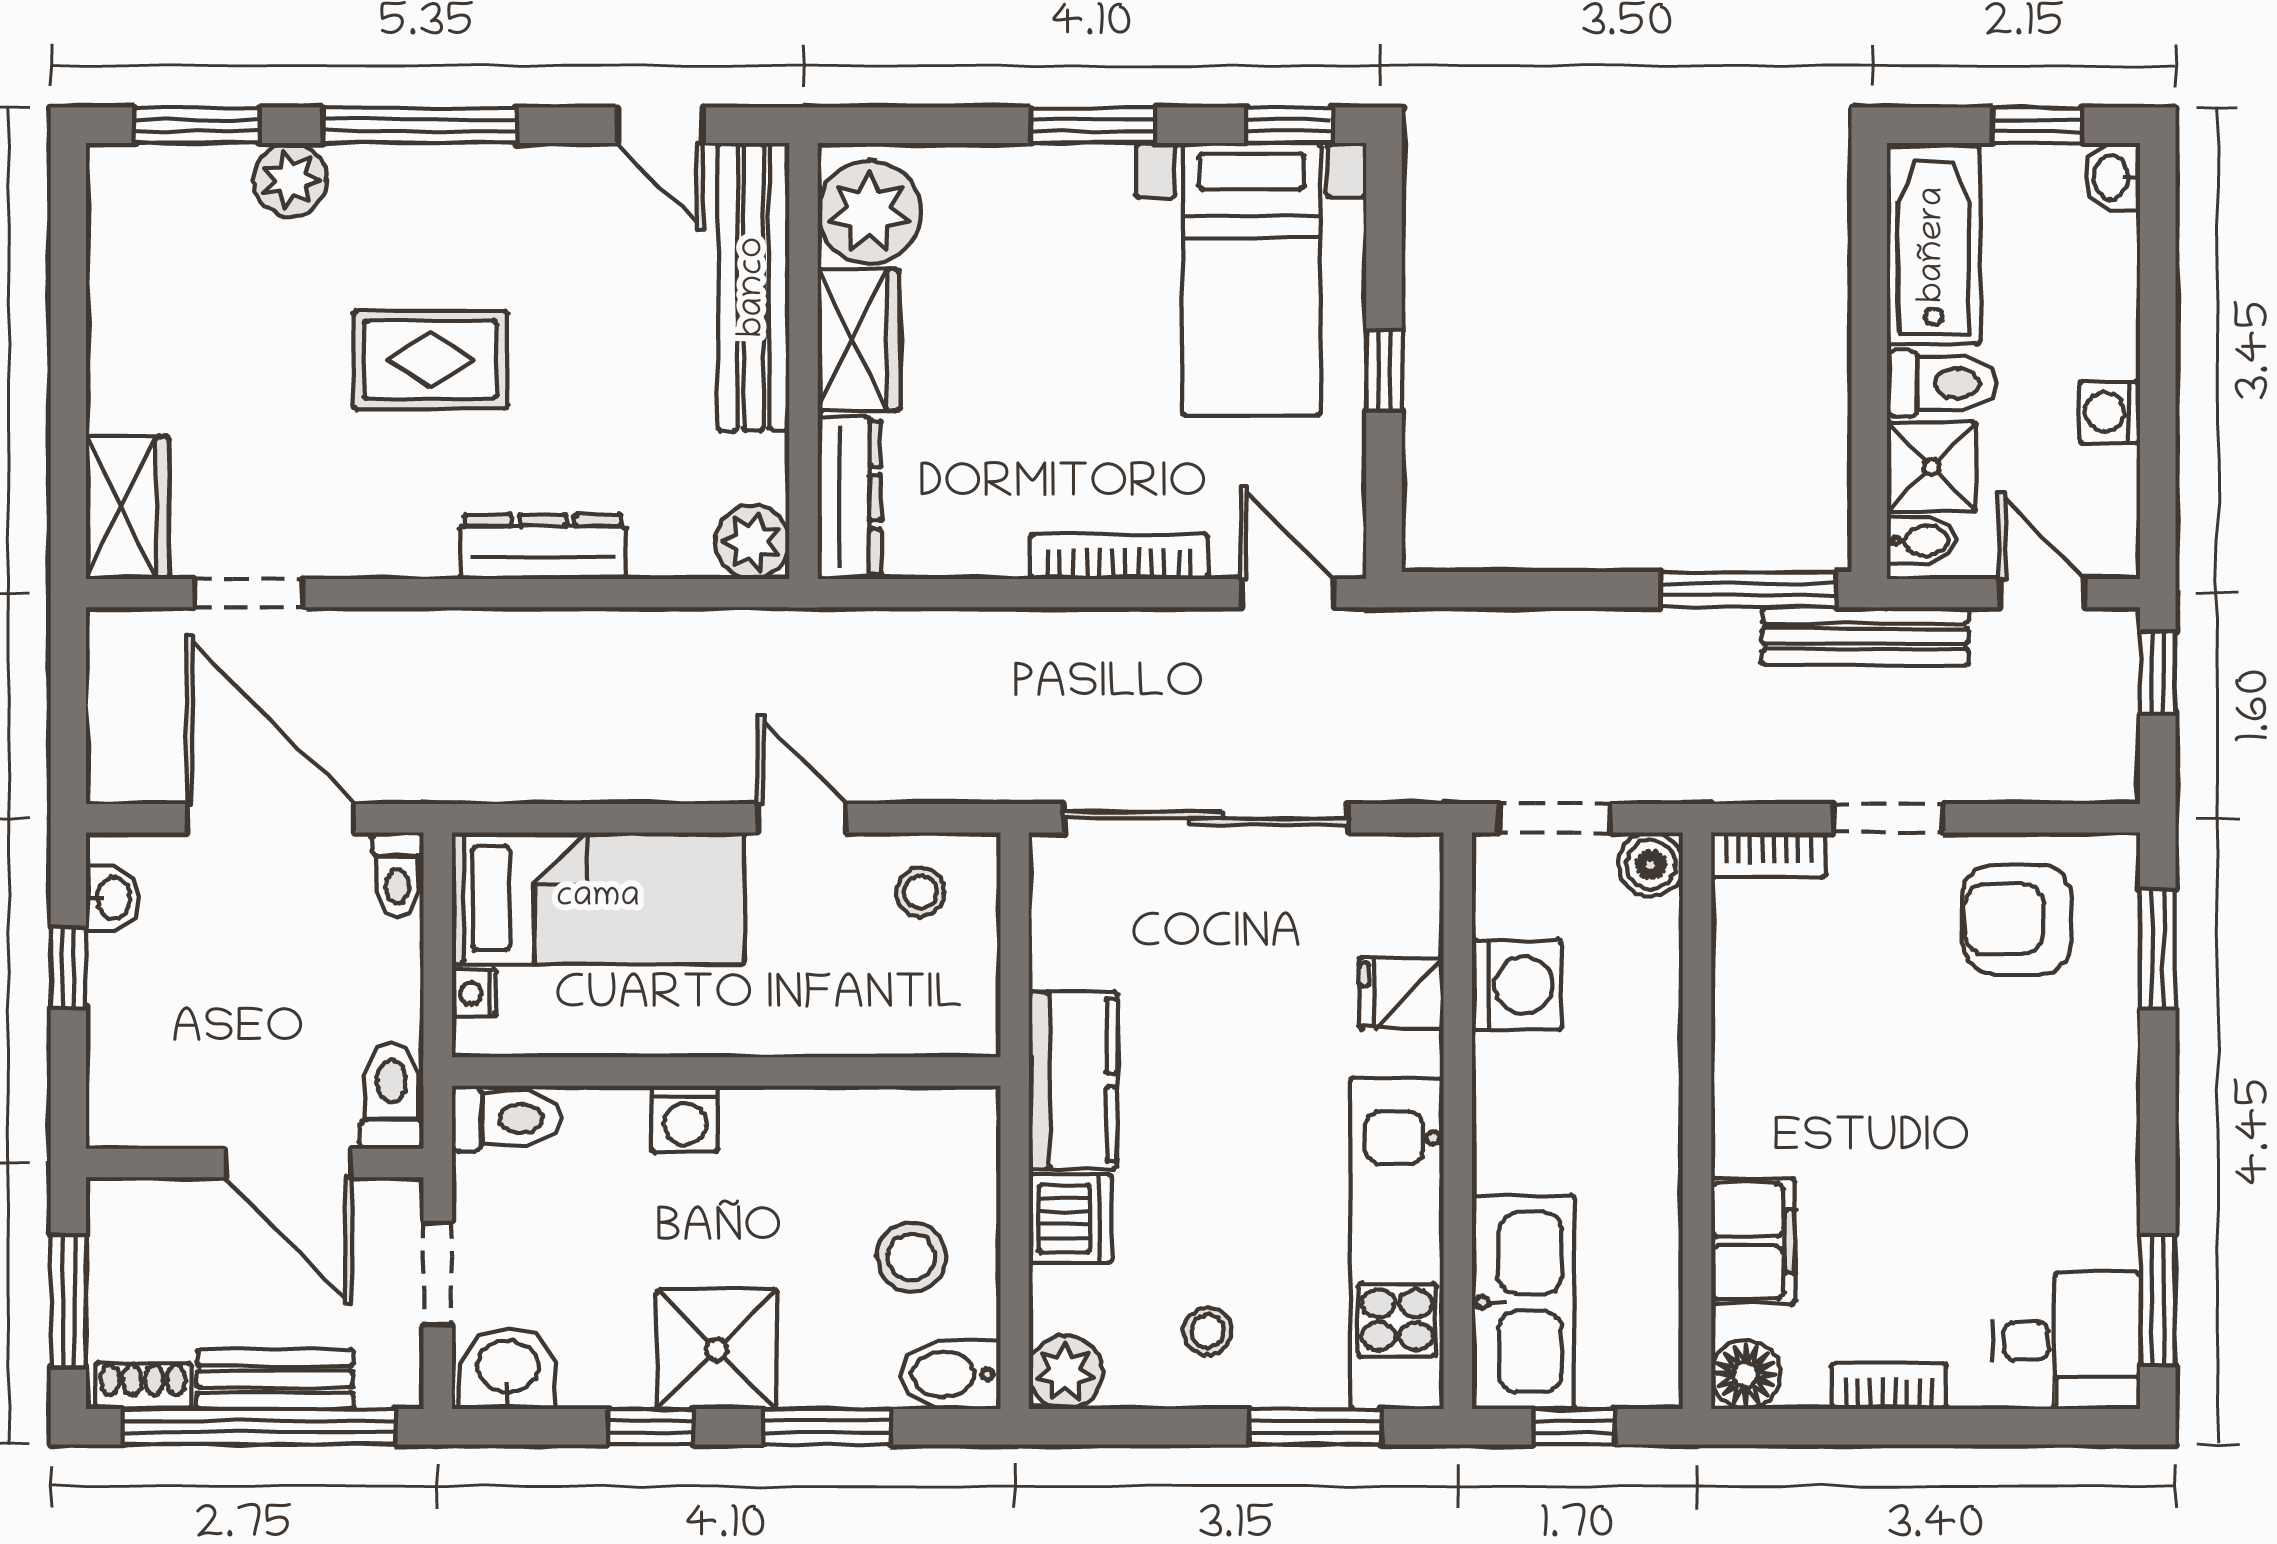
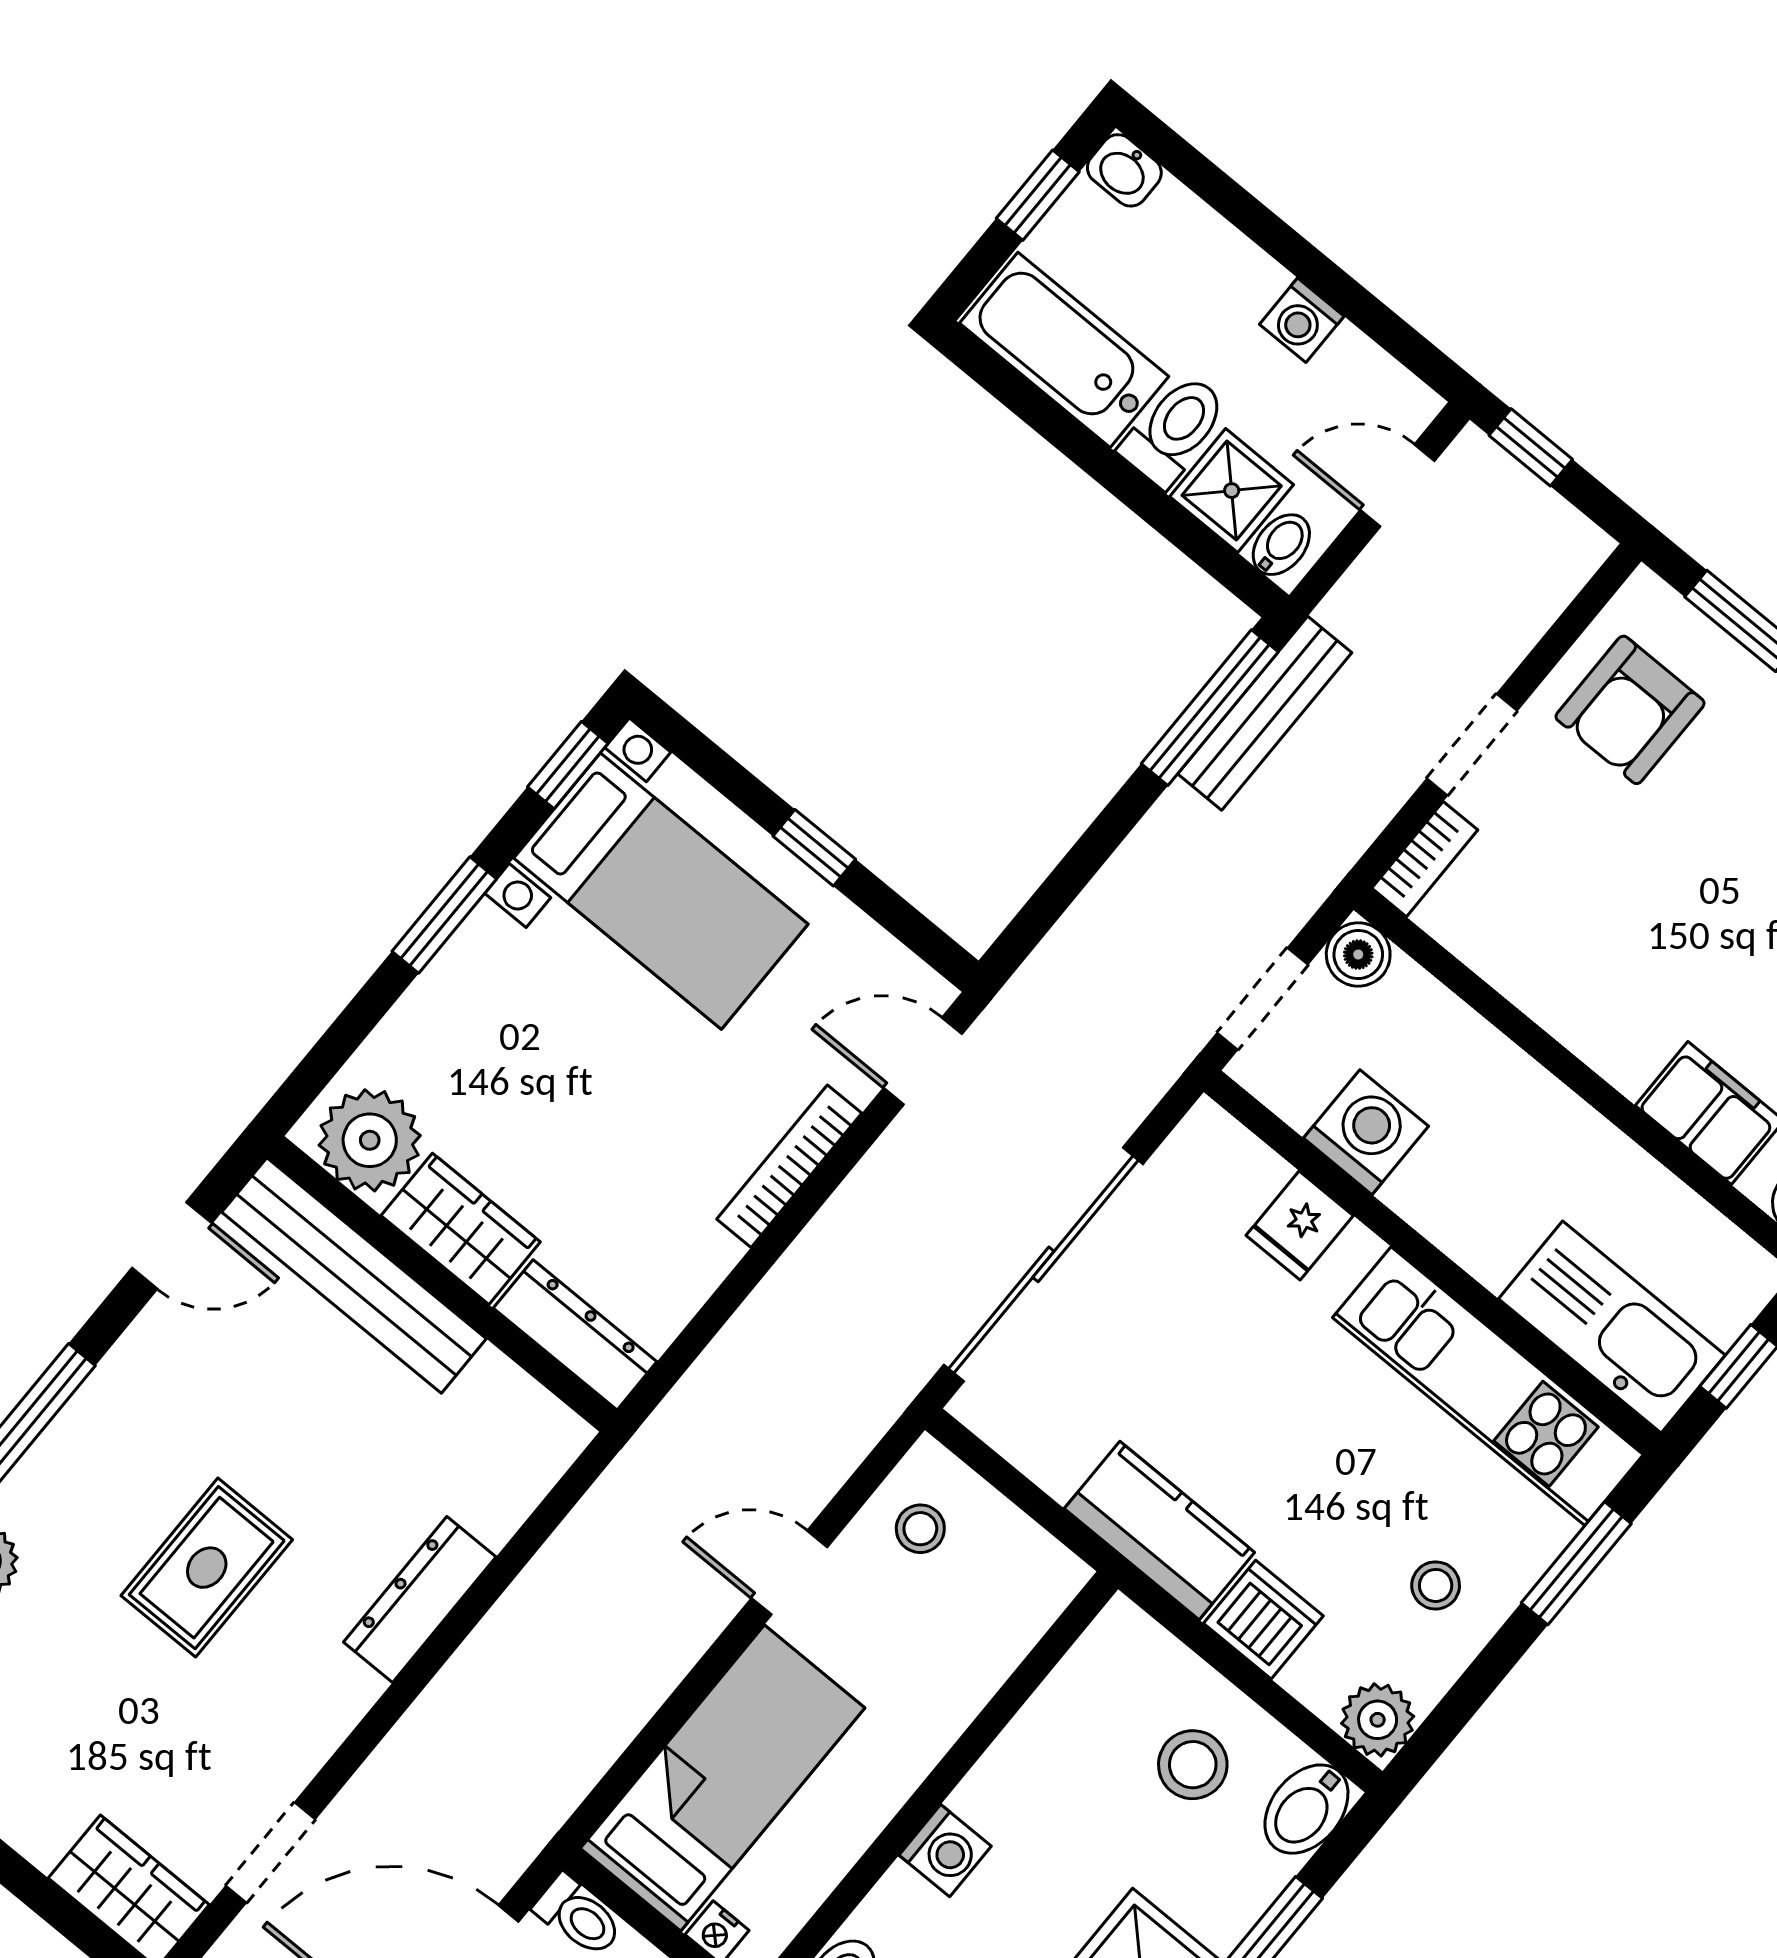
plant: (752, 542) -> (548, 1437), removed
bench: (1865, 636) -> (1265, 713), moved

